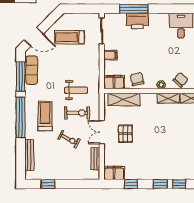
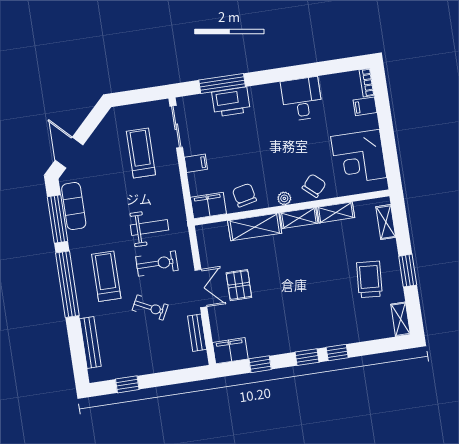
door: (34, 37) -> (69, 153), swing flipped
treadmill: (69, 37) -> (141, 153), moved, turned 90
shelving: (124, 100) -> (255, 227), moved
double door: (102, 132) -> (201, 288), swing flipped

